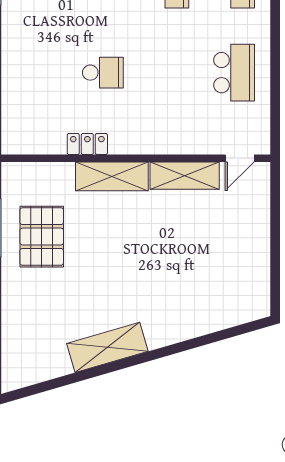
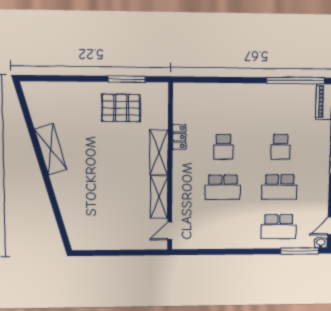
school desk: (234, 73) -> (223, 187), moved
door: (240, 158) -> (170, 231), hinge flipped

